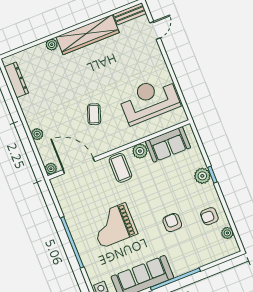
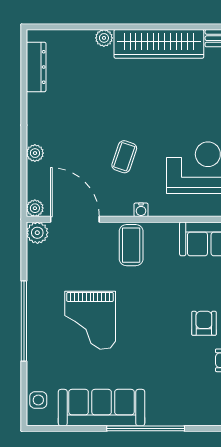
water cooler: (118, 143) -> (141, 210), added
plant: (140, 151) -> (37, 233), moved
armchair: (172, 223) -> (204, 323), moved
grand piano: (113, 225) -> (90, 320), turned -90

